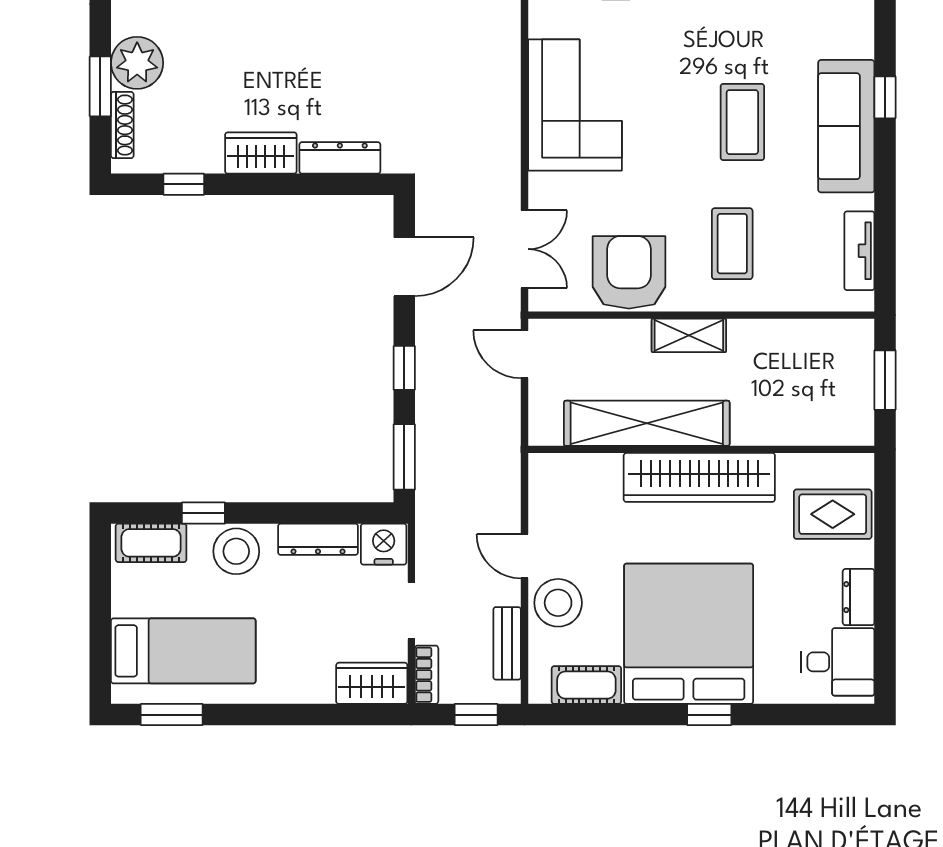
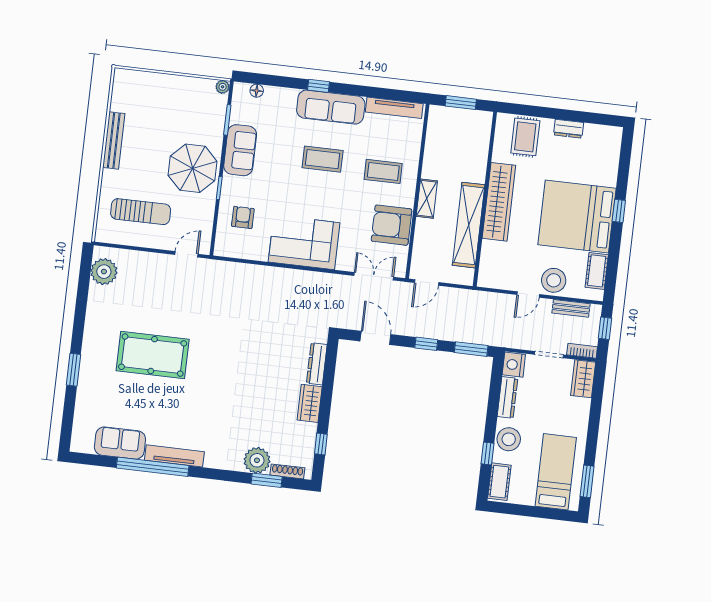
tv unit: (859, 251) -> (394, 108), width x1.41
desk: (838, 662) -> (600, 143), removed

